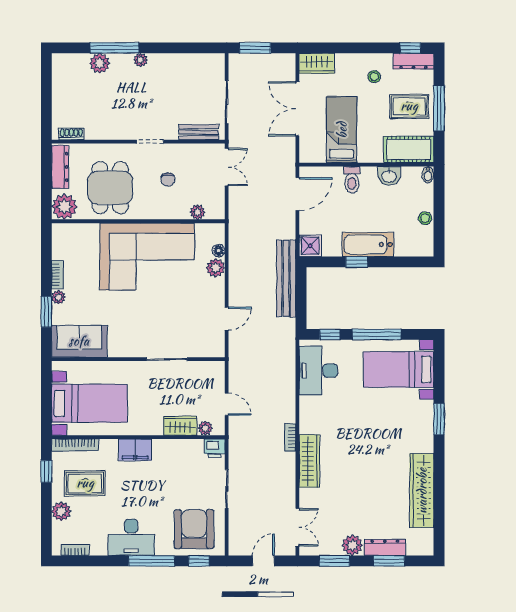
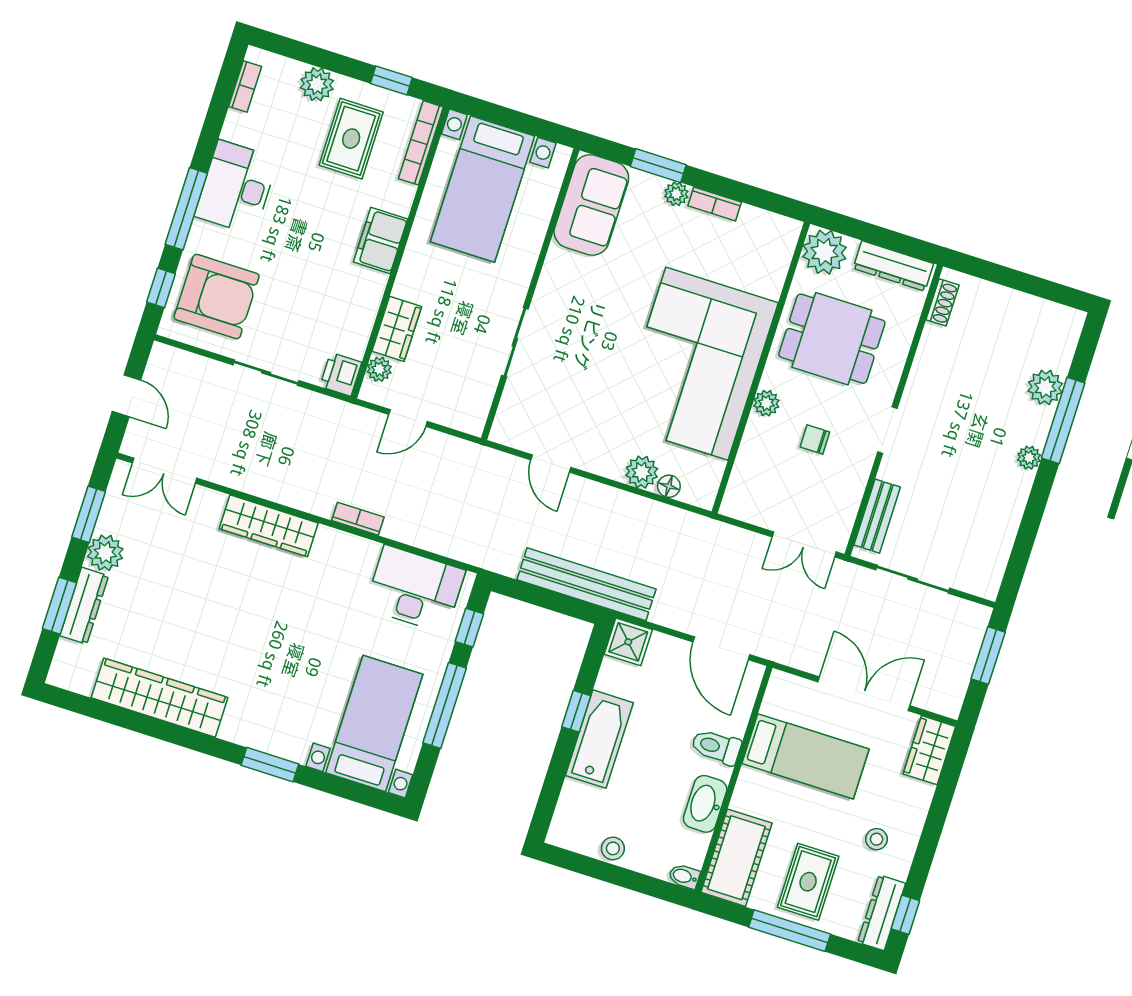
washbasin: (389, 176) -> (705, 804), width x1.38
plant: (197, 212) -> (766, 403), moved
bookcase: (290, 437) -> (358, 519), moved

